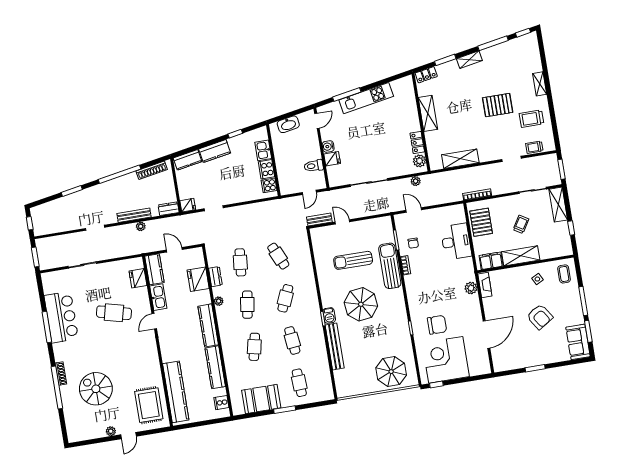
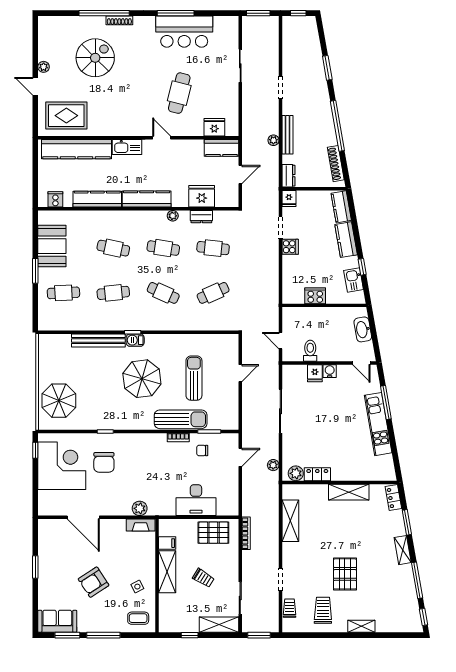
kitchen sink: (263, 150) -> (354, 280), moved, turned -100
cooker: (269, 185) -> (290, 247), moved, turned 90
bench: (319, 220) -> (247, 347), removed
filing cabinet: (491, 261) -> (167, 543), width x0.50
kitchen sink: (158, 297) -> (127, 147), moved

